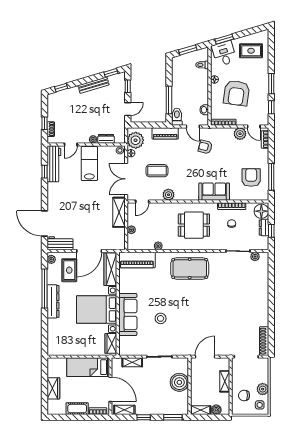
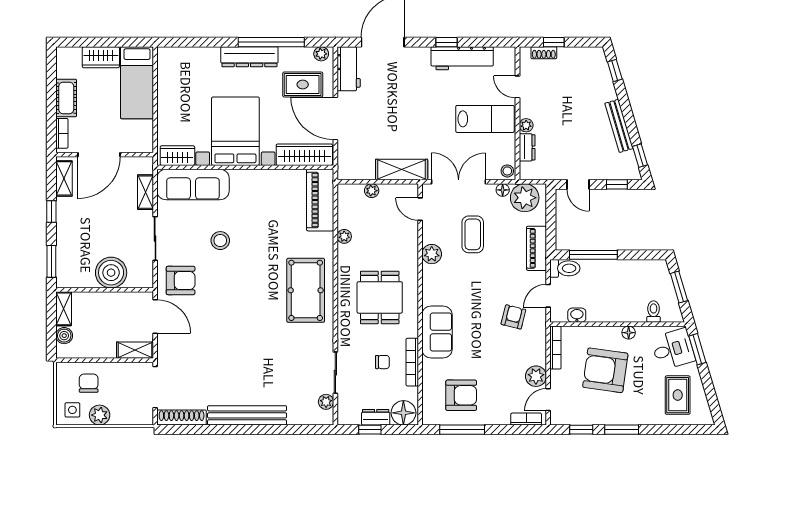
workbench: (54, 164) -> (462, 58), moved
window: (44, 172) -> (447, 42), moved
bench: (263, 303) -> (247, 415), added
sofa: (128, 314) -> (193, 184), moved
armchair: (184, 342) -> (181, 280), added
bed: (88, 367) -> (137, 83), moved, turned 180
shelving: (225, 381) -> (135, 350), moved

